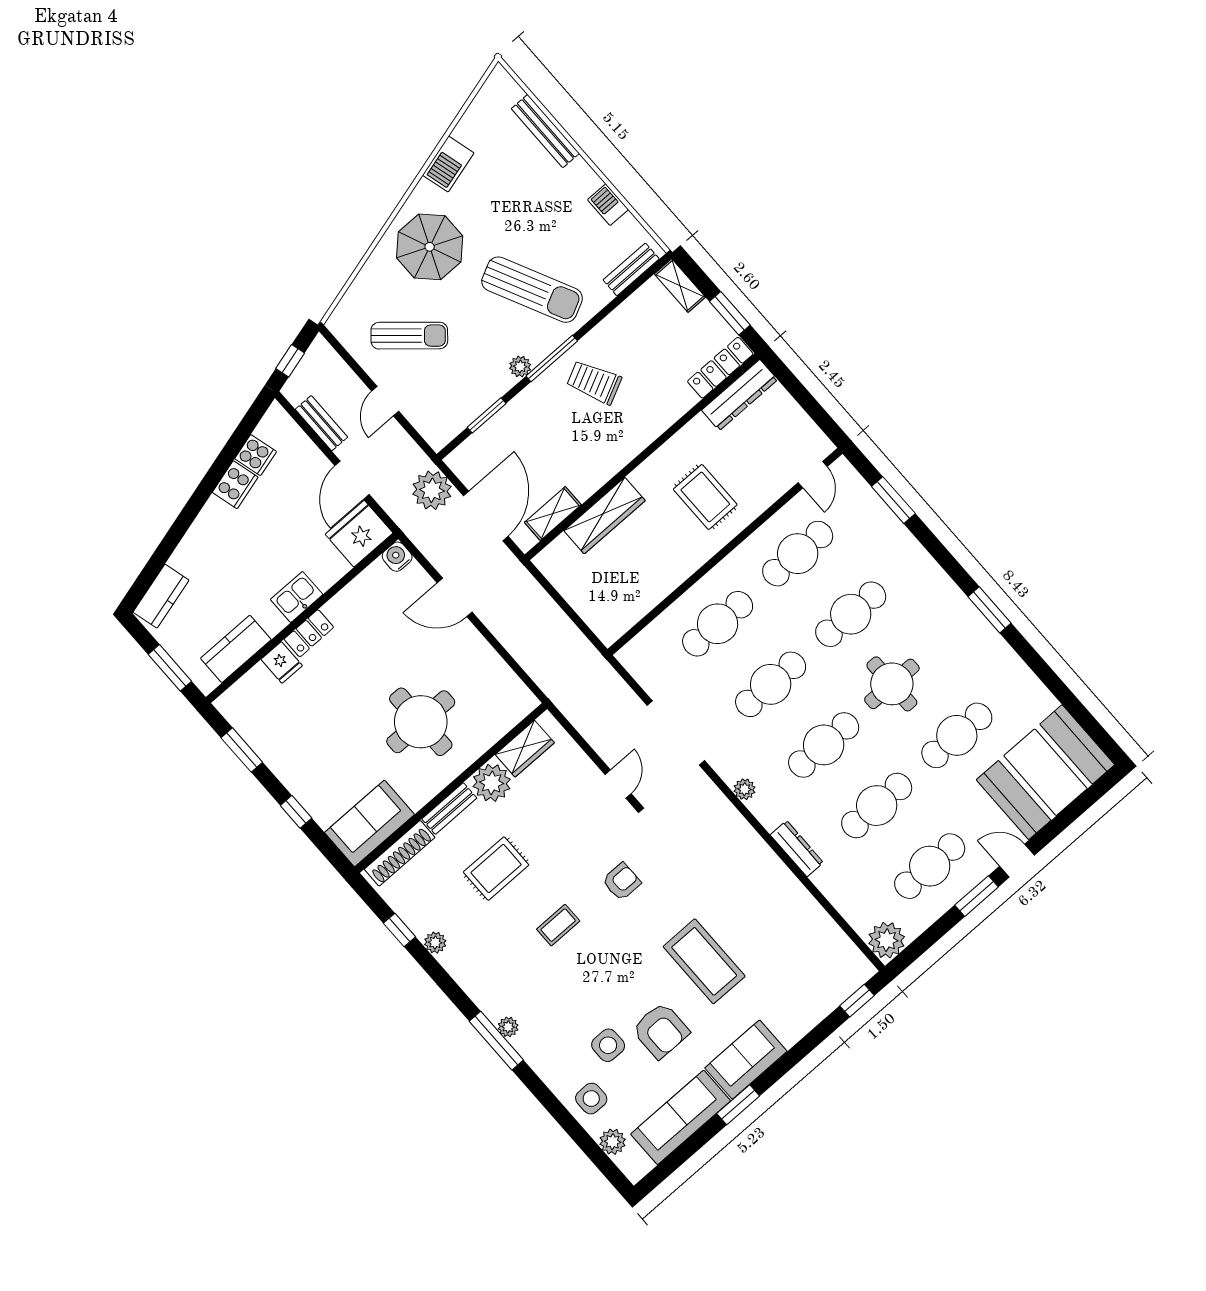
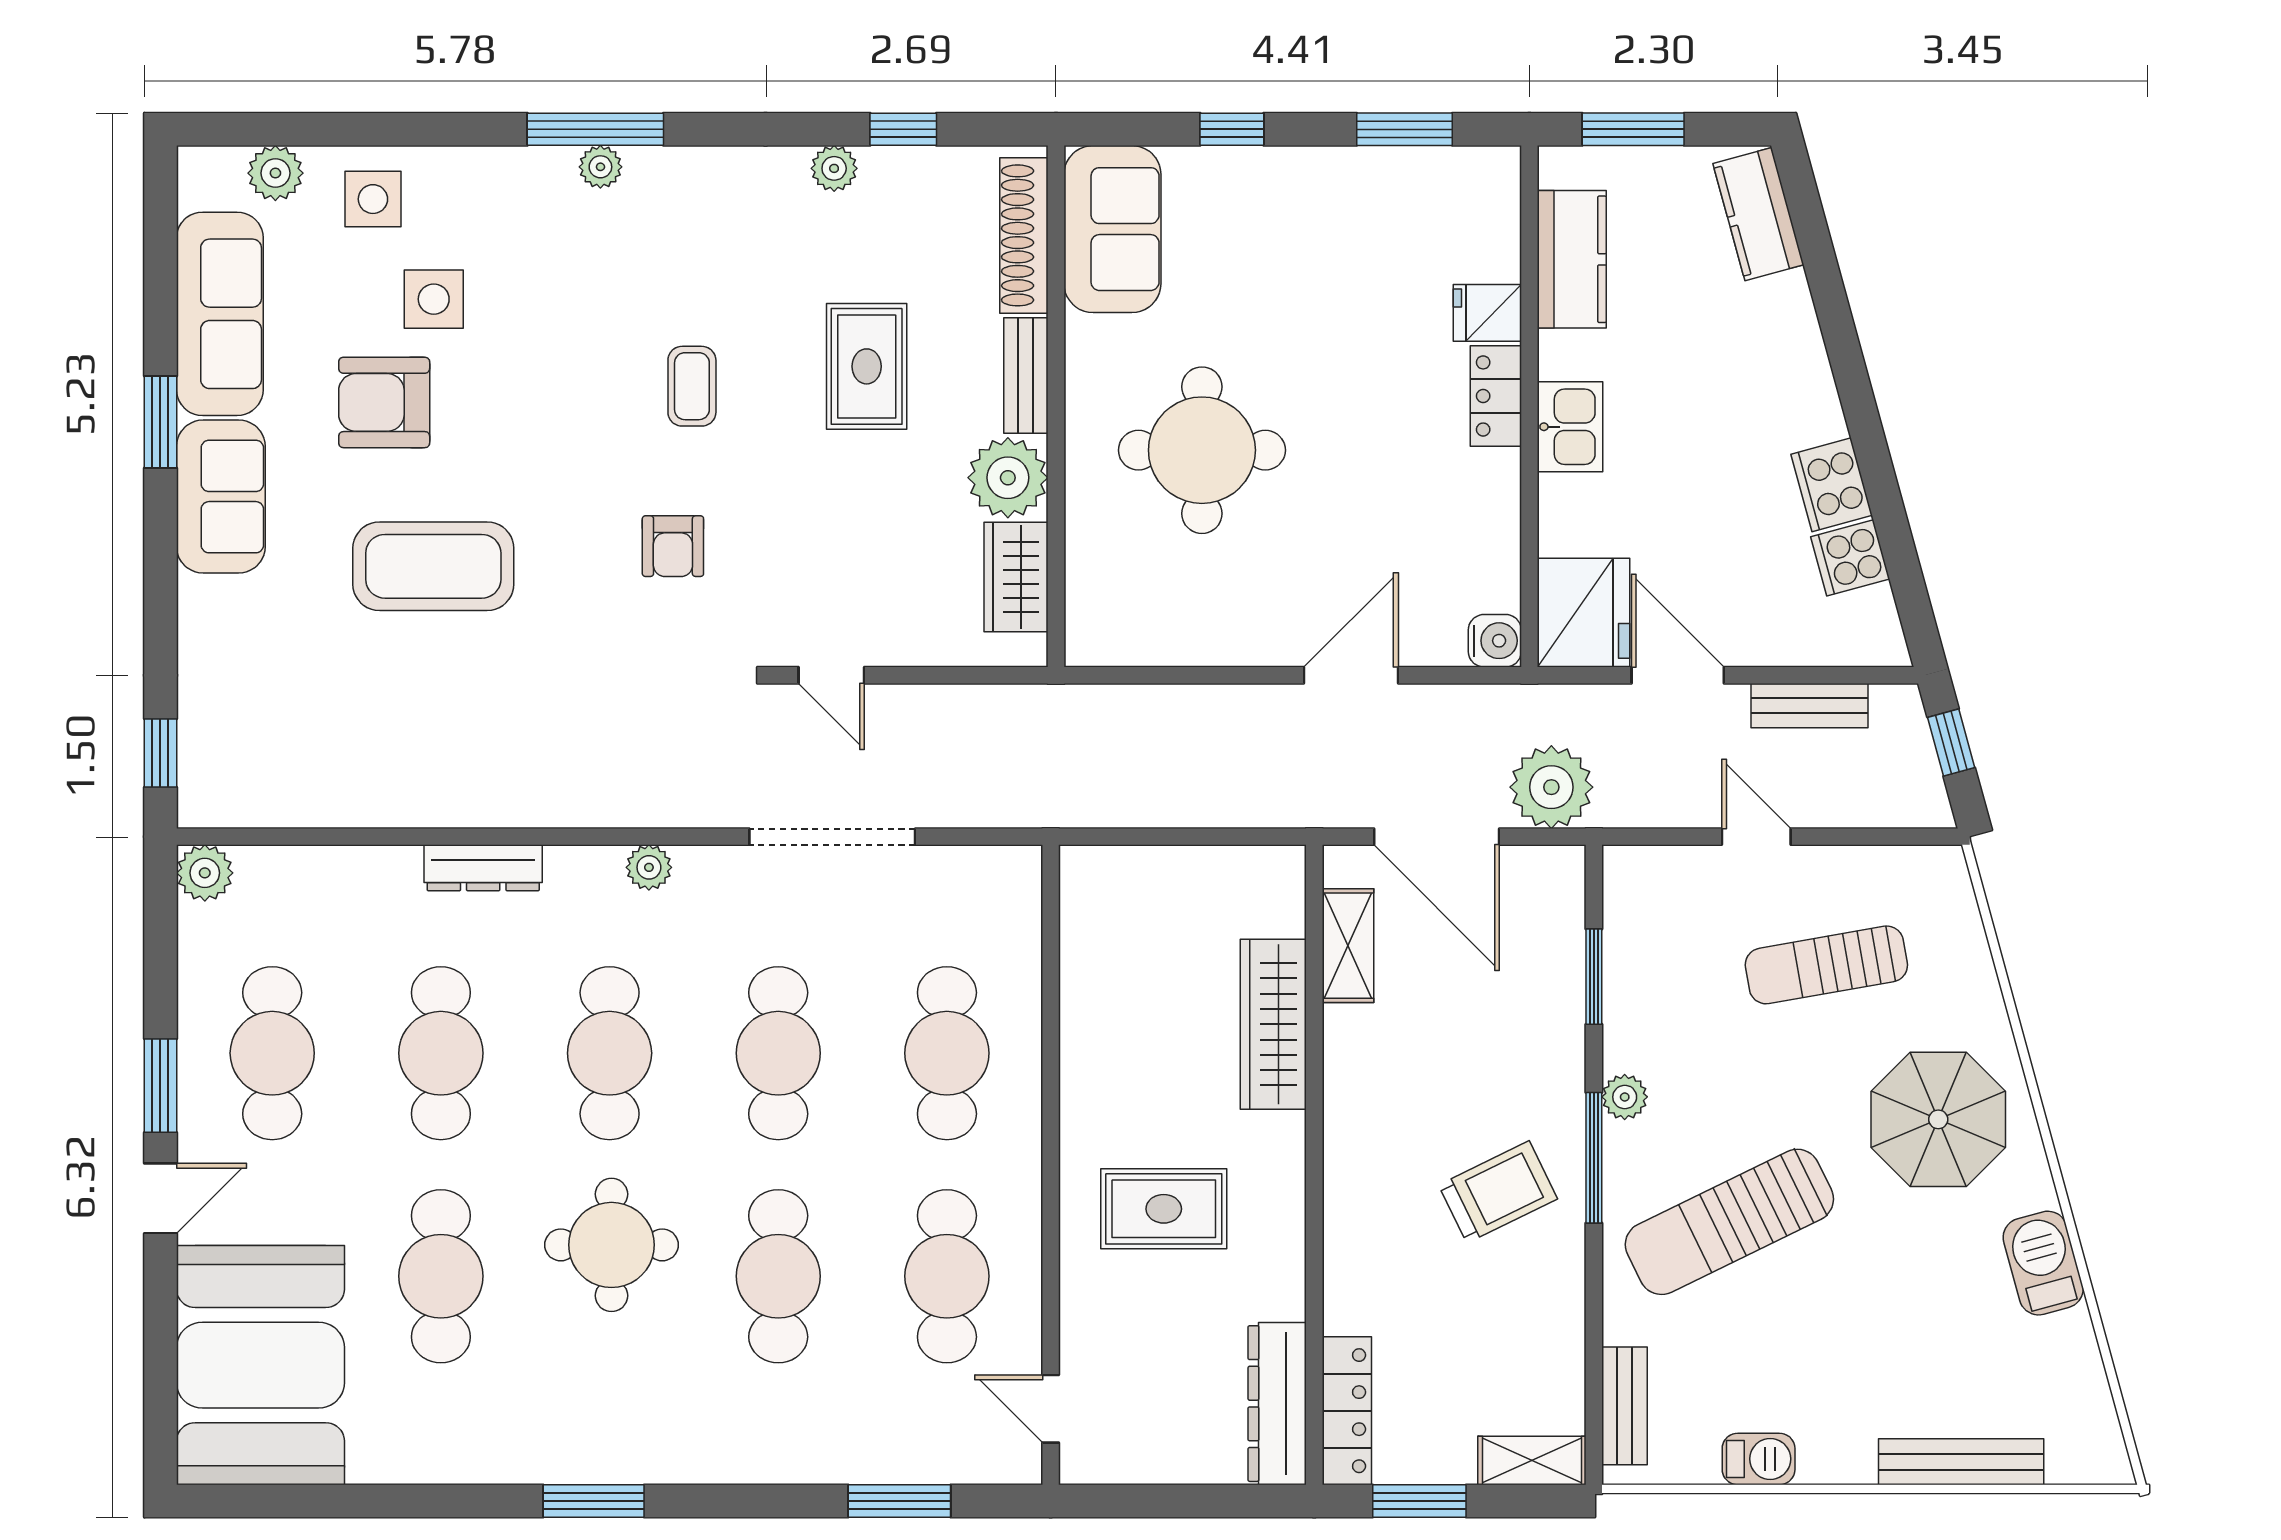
sun lounger: (409, 336) -> (1826, 965), turned 39
plant: (887, 940) -> (205, 873), width x0.73, depth x0.73

